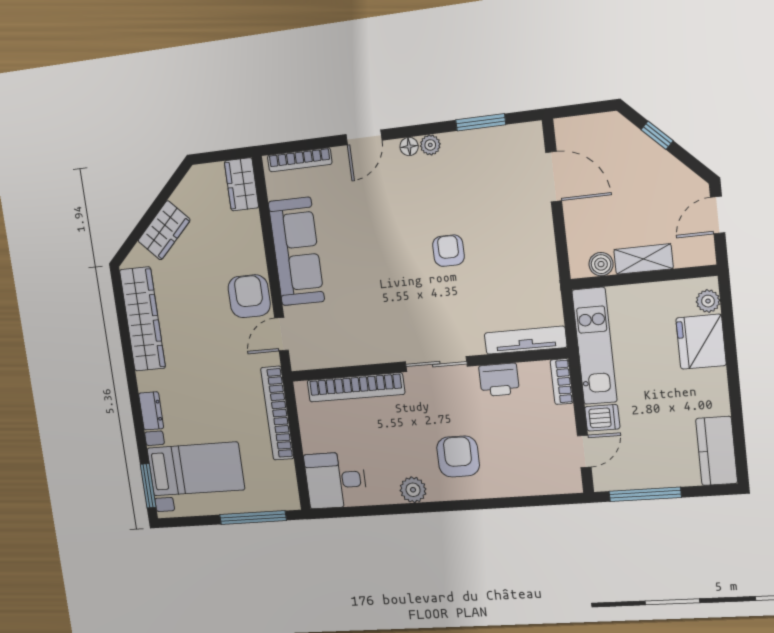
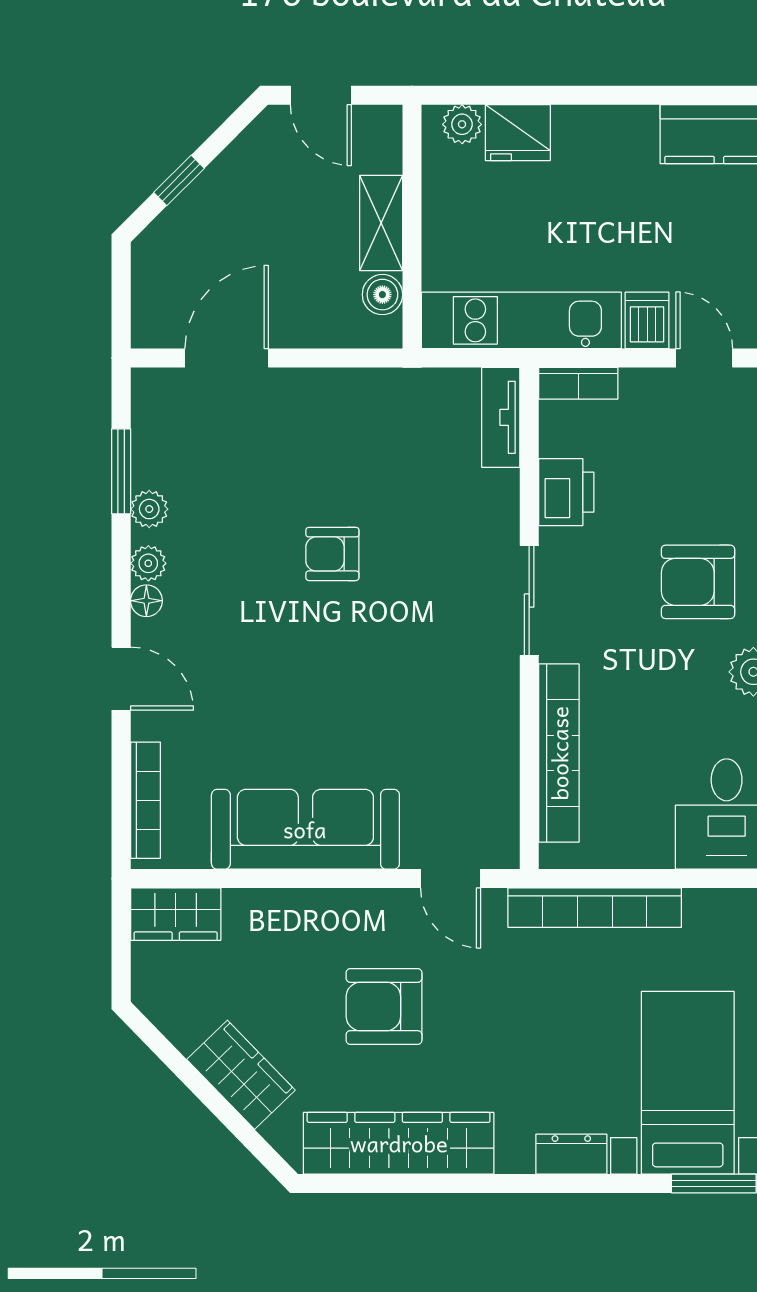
plant: (461, 142) -> (149, 509), added
armchair: (249, 296) -> (384, 1006), moved
tv unit: (526, 340) -> (501, 417), width x0.71
fridge: (701, 342) -> (518, 133), width x0.73, depth x0.75

